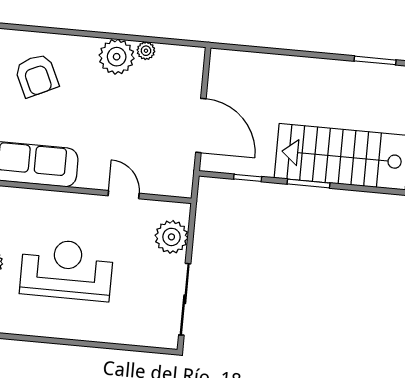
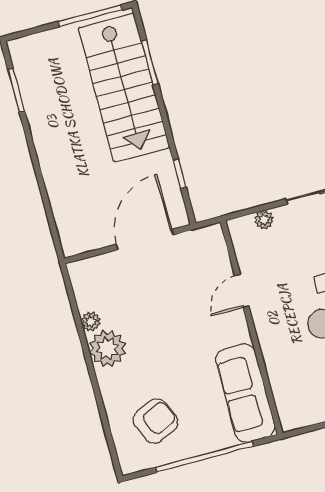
window: (308, 184) -> (150, 62), moved
plant: (171, 237) -> (264, 220), width x0.53, depth x0.53

